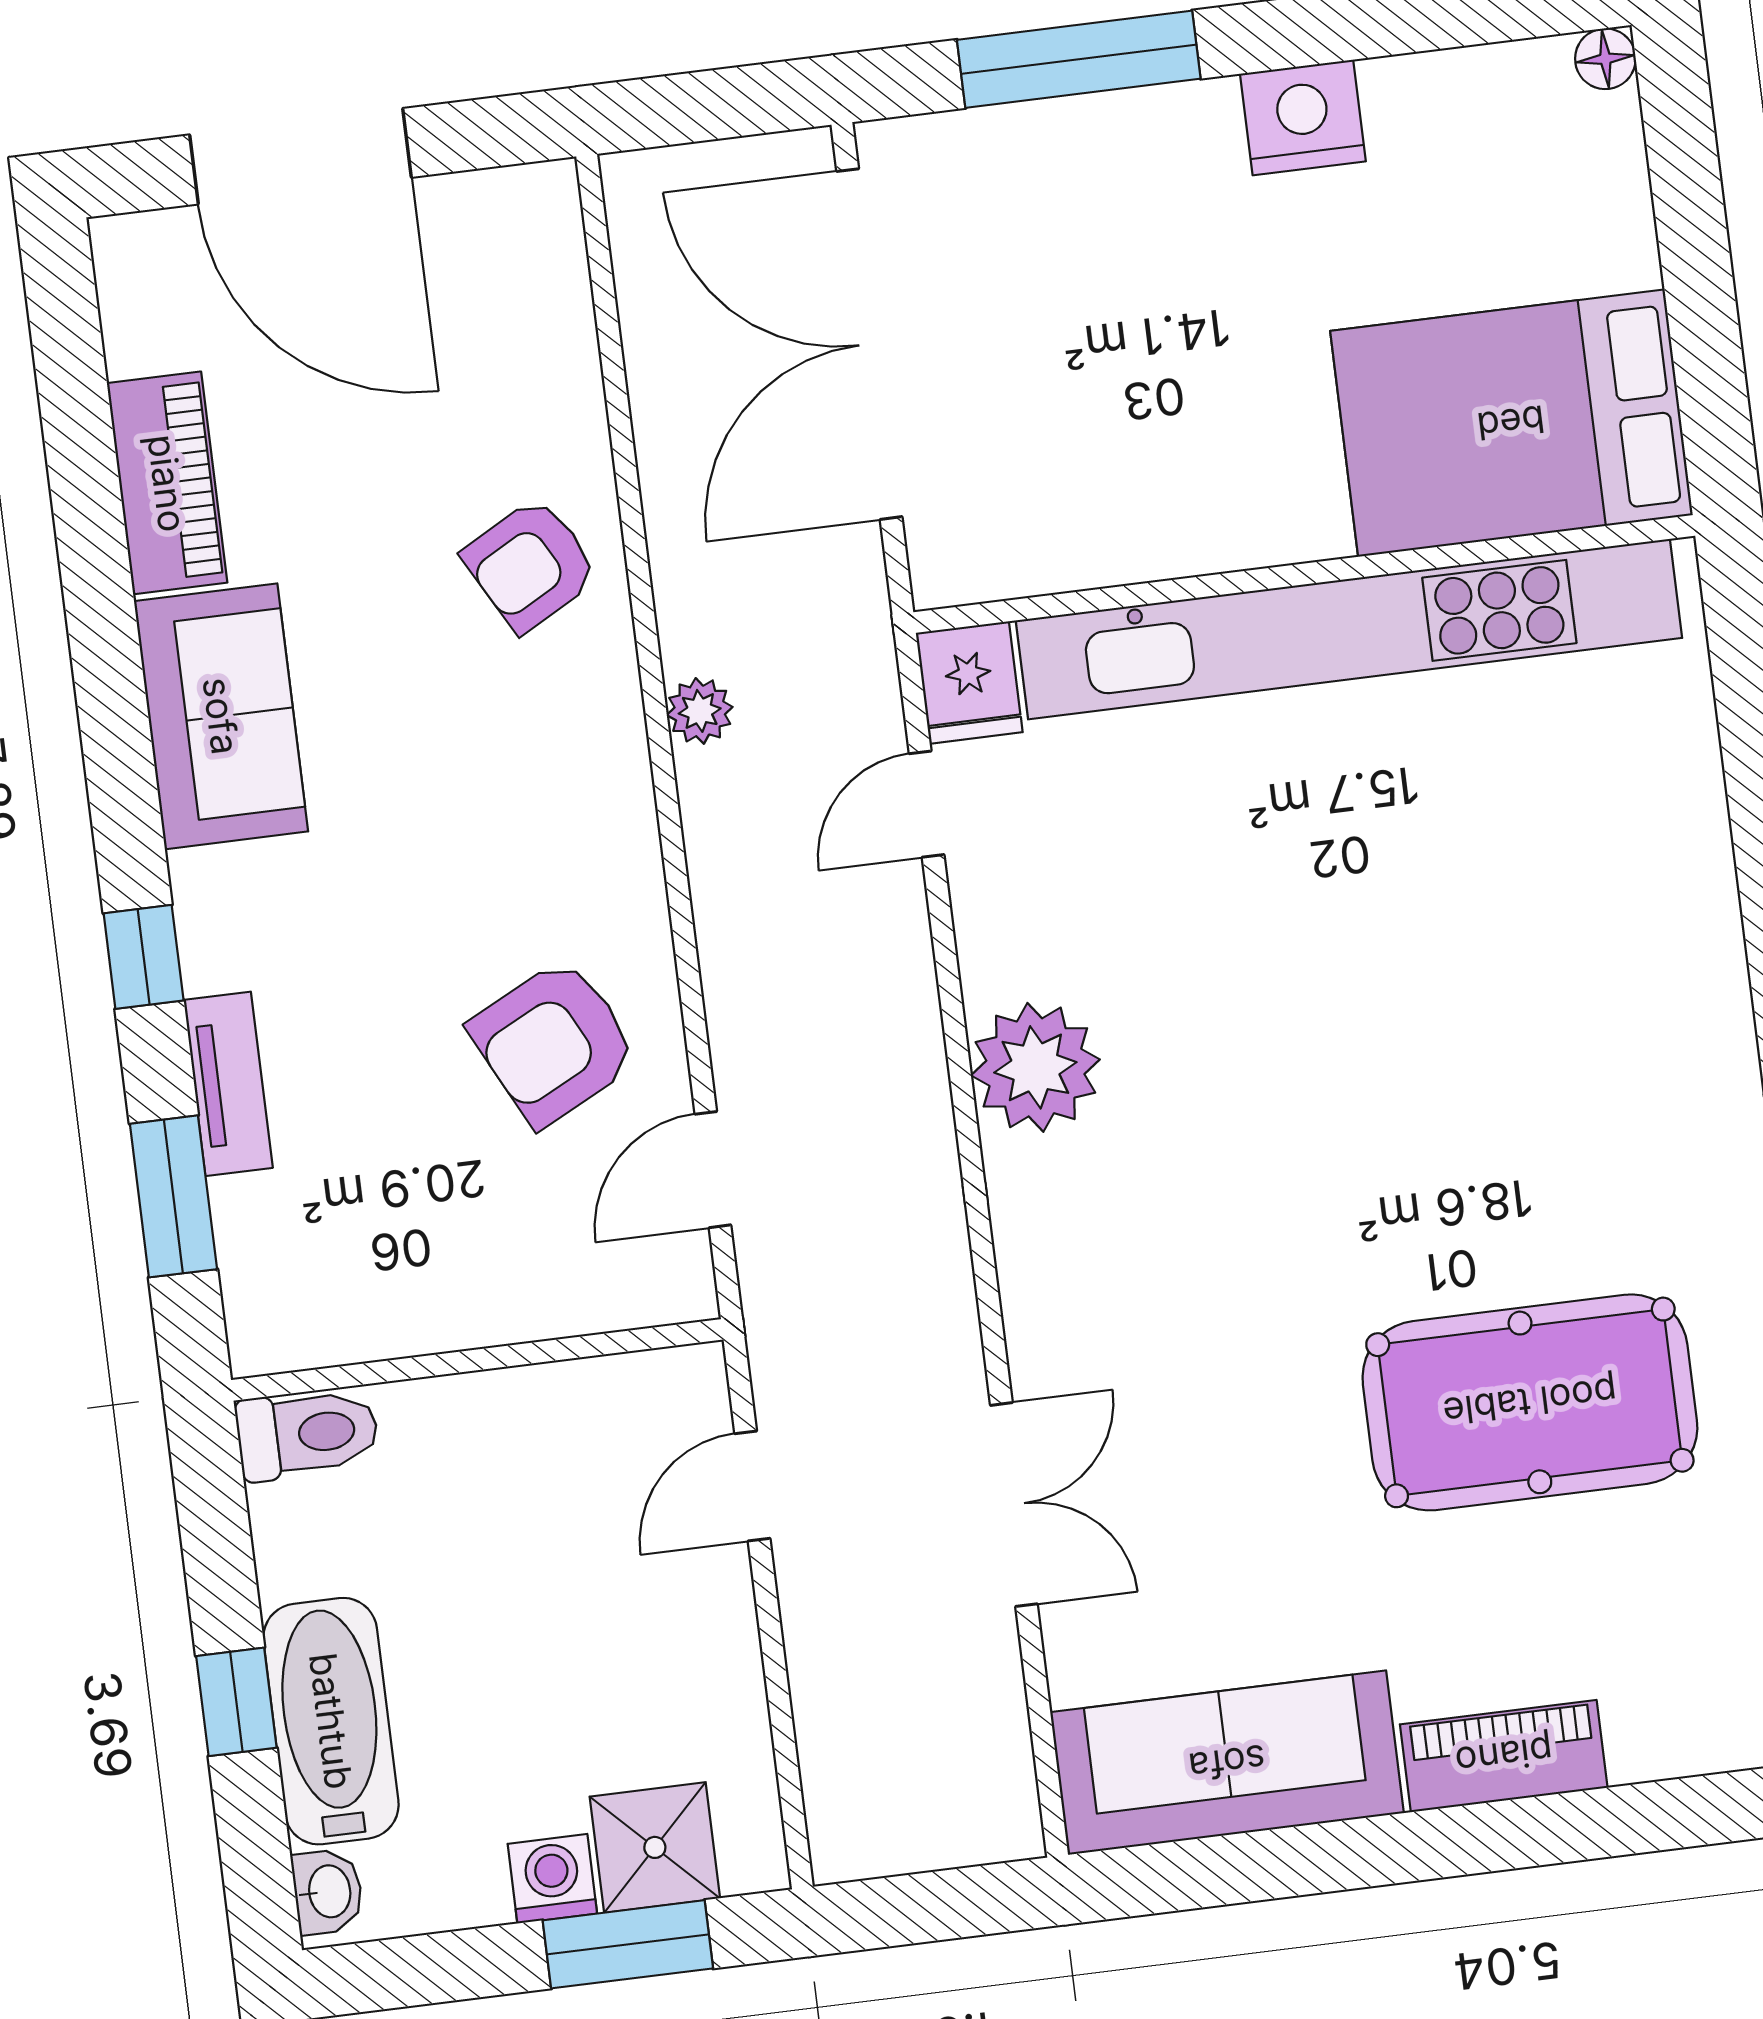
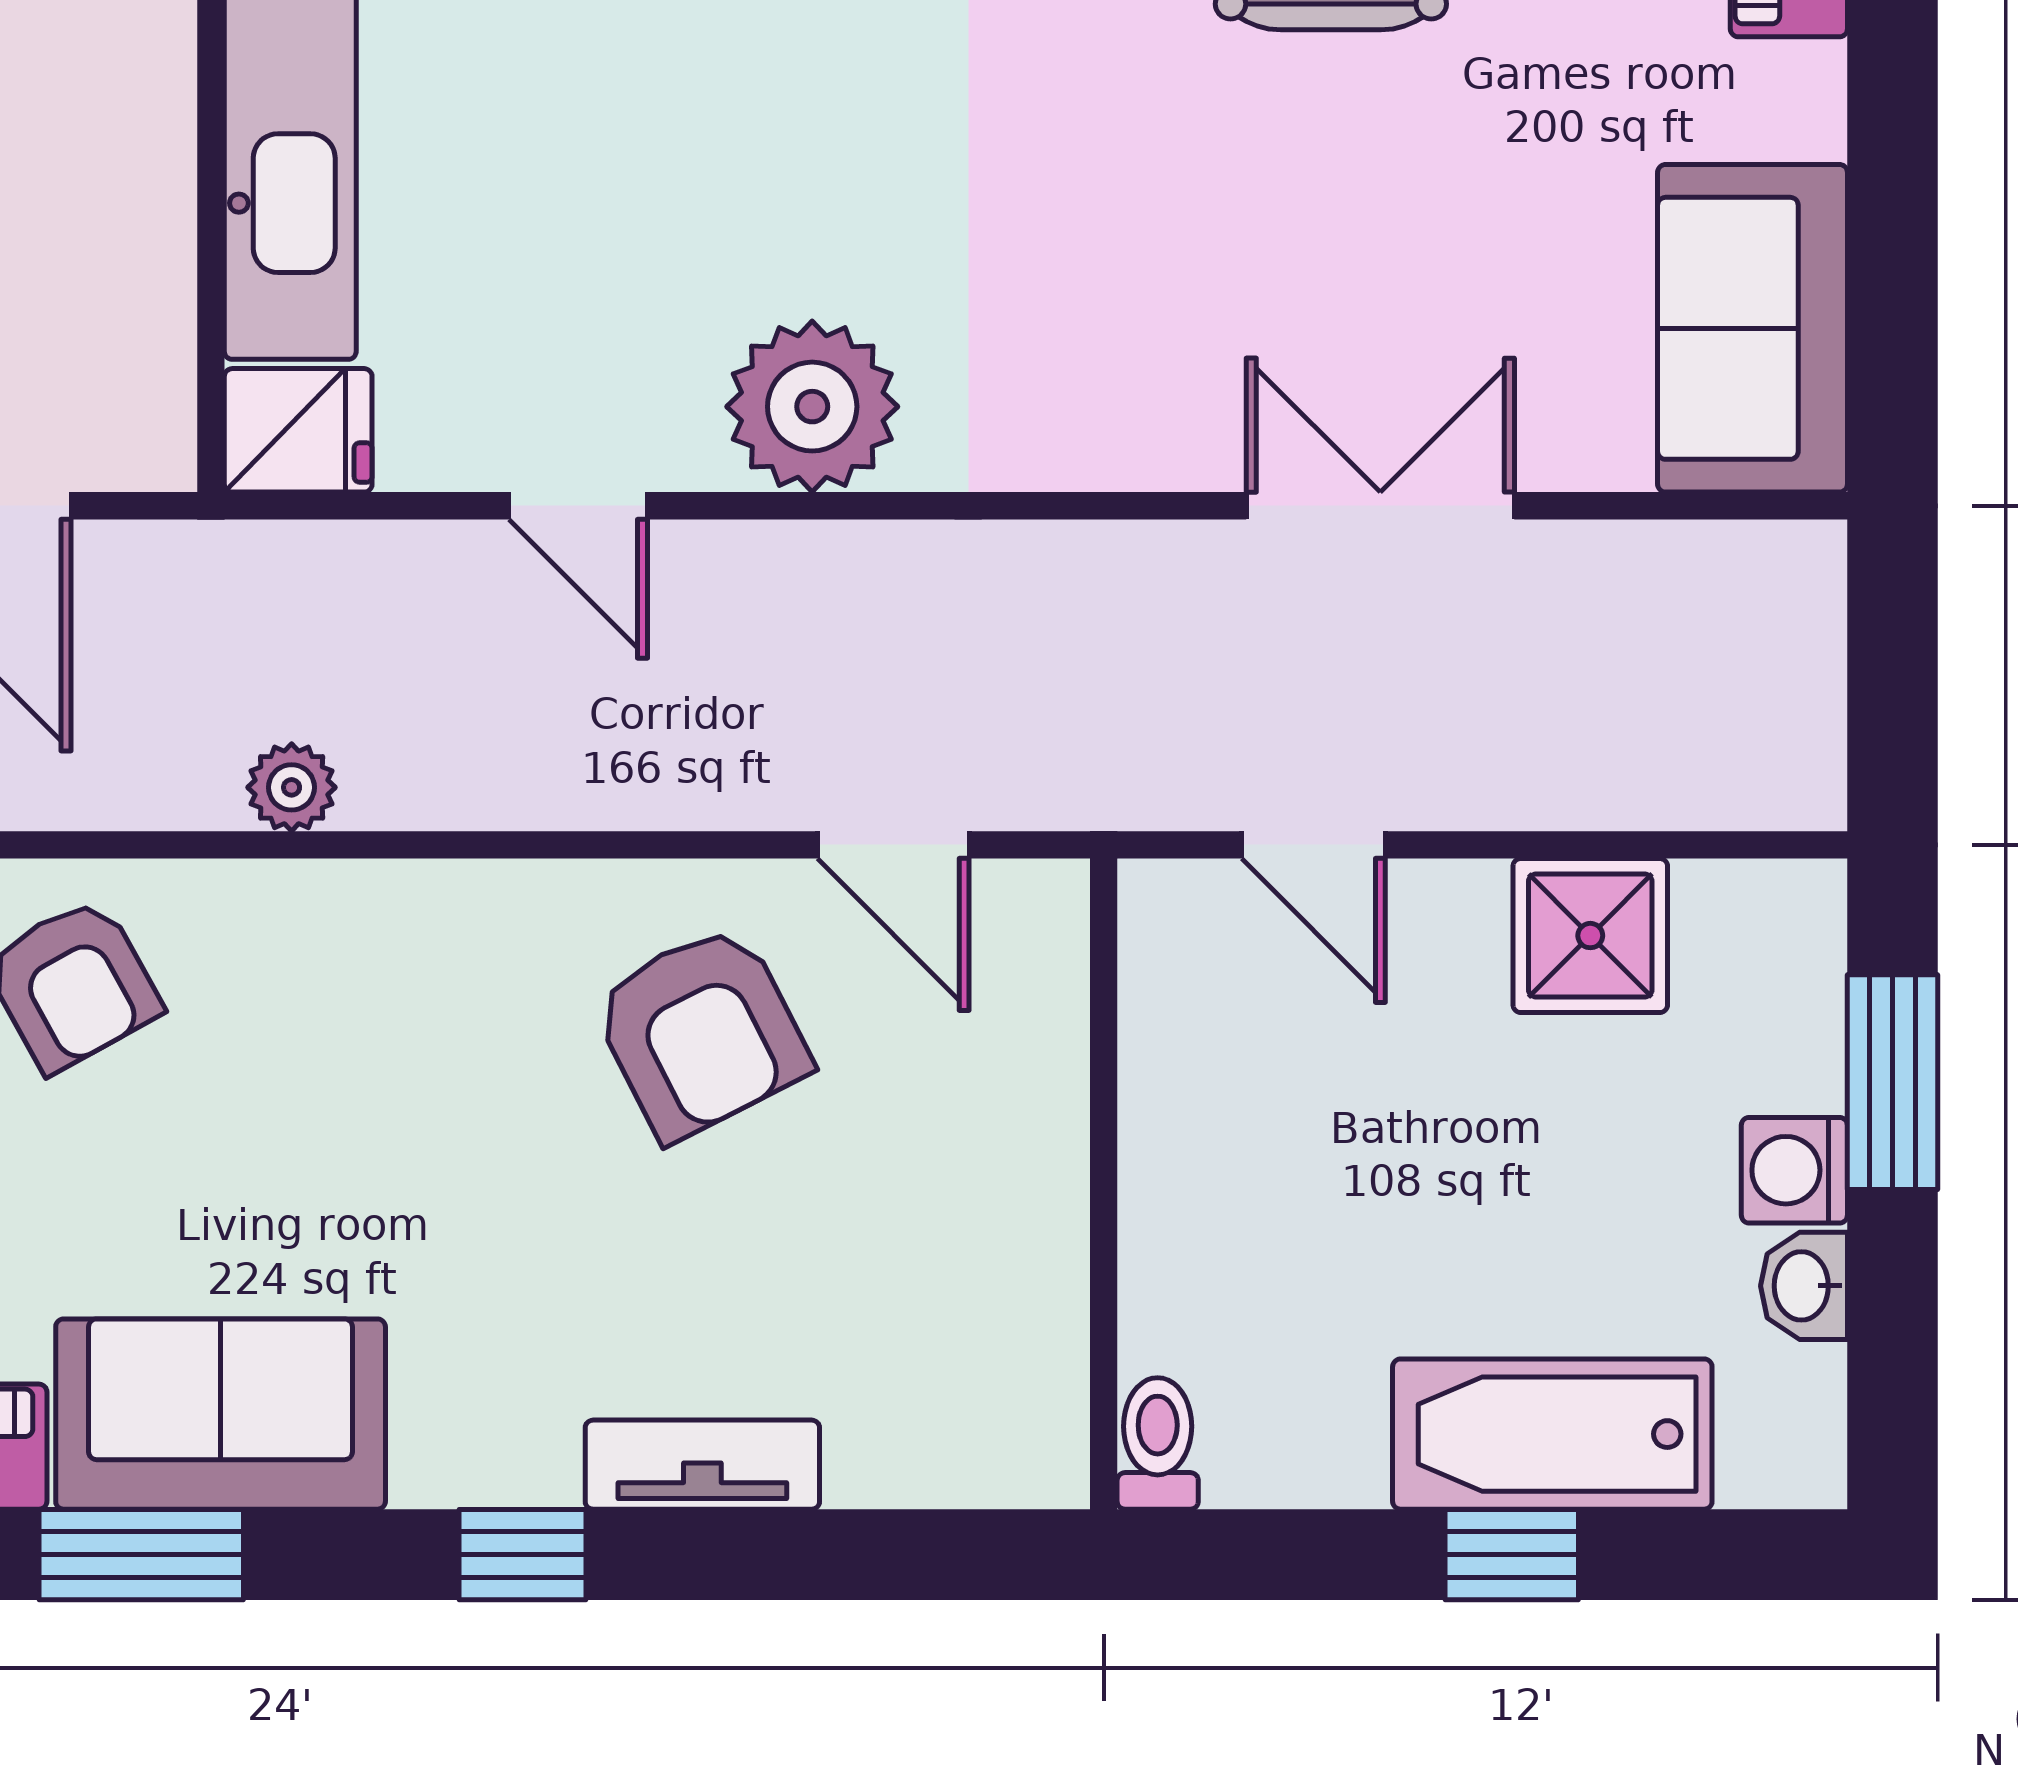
door: (927, 804) -> (578, 506), moved
window: (173, 1196) -> (141, 1555), moved
toilet: (307, 1434) -> (1158, 1443), width x0.73, depth x0.72
sofa: (1227, 1763) -> (1753, 328), width x0.73
shower: (655, 1847) -> (1590, 936), moved
washbasin: (328, 1892) -> (1804, 1286), moved, turned -90

